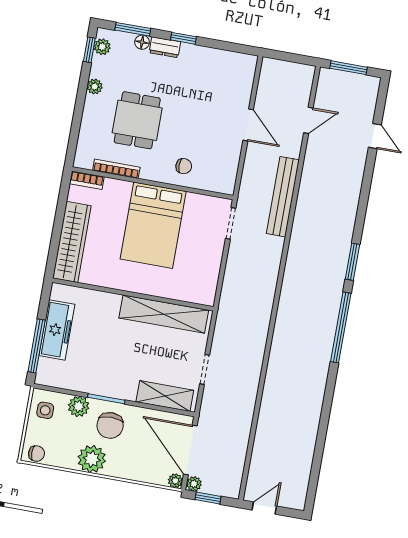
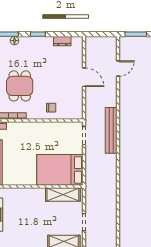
dresser: (165, 47) -> (62, 41), moved
bench: (283, 197) -> (111, 130), moved
bed: (153, 225) -> (60, 170), moved, turned 90
shelving: (164, 314) -> (63, 195), width x0.68

